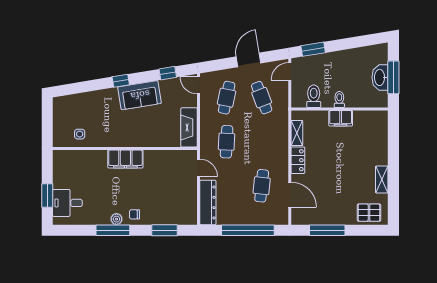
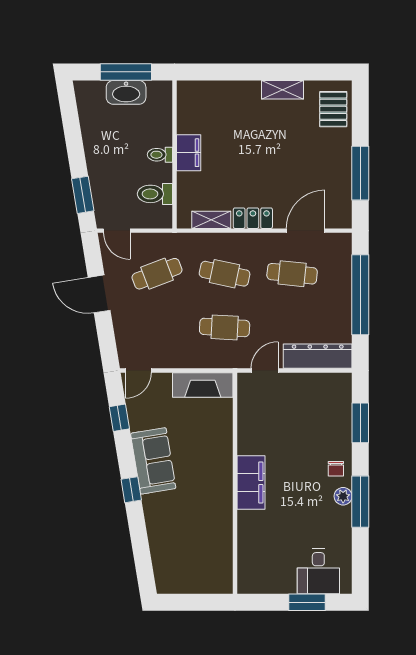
cafe table: (227, 98) -> (225, 274), moved
side table: (80, 134) -> (213, 553), removed

